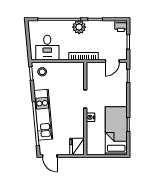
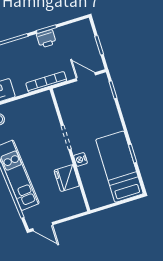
printer: (121, 26) -> (46, 39), moved
plant: (79, 27) -> (29, 46), removed
door: (112, 61) -> (86, 77), swing flipped
fridge: (77, 146) -> (67, 178), moved

